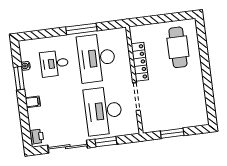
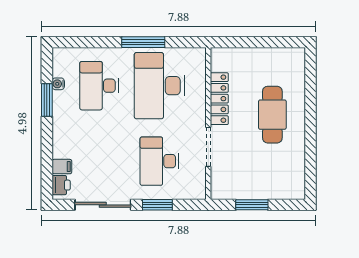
cafe table: (178, 47) -> (272, 115), moved
desk: (54, 63) -> (99, 86), width x1.37
filing cabinet: (33, 102) -> (62, 167), moved
desk: (103, 111) -> (159, 161), width x0.73, depth x0.77

